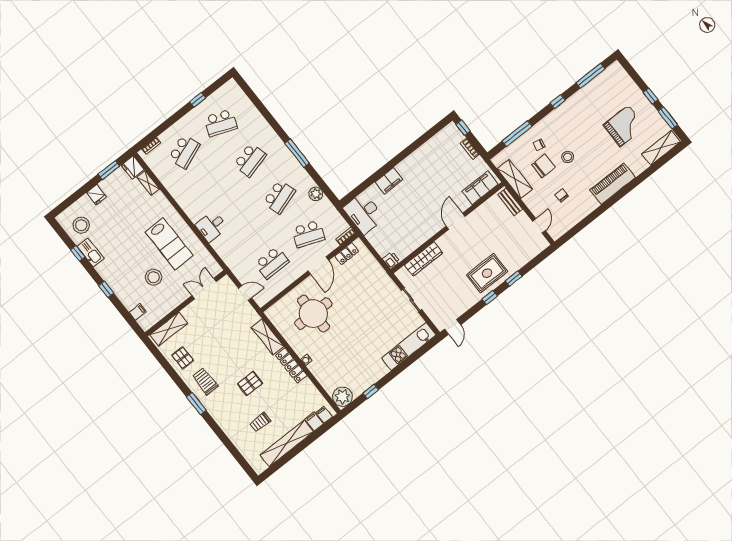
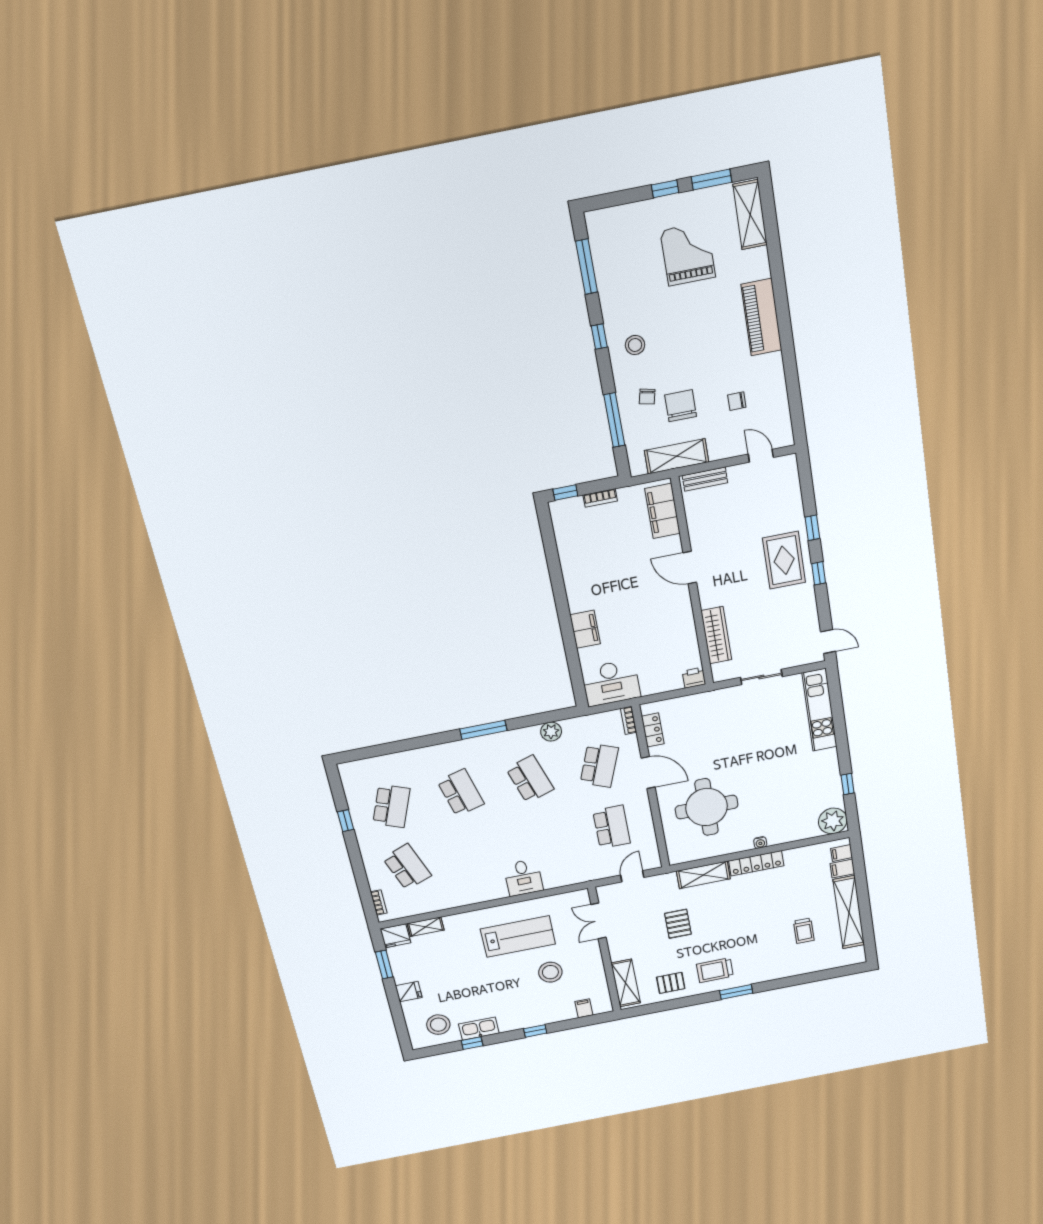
stool: (568, 157) -> (635, 345), moved
pallet: (250, 383) -> (678, 924), moved

